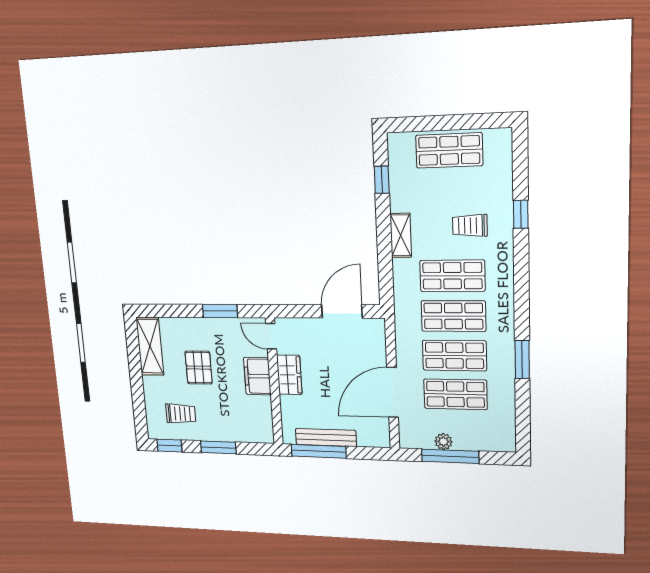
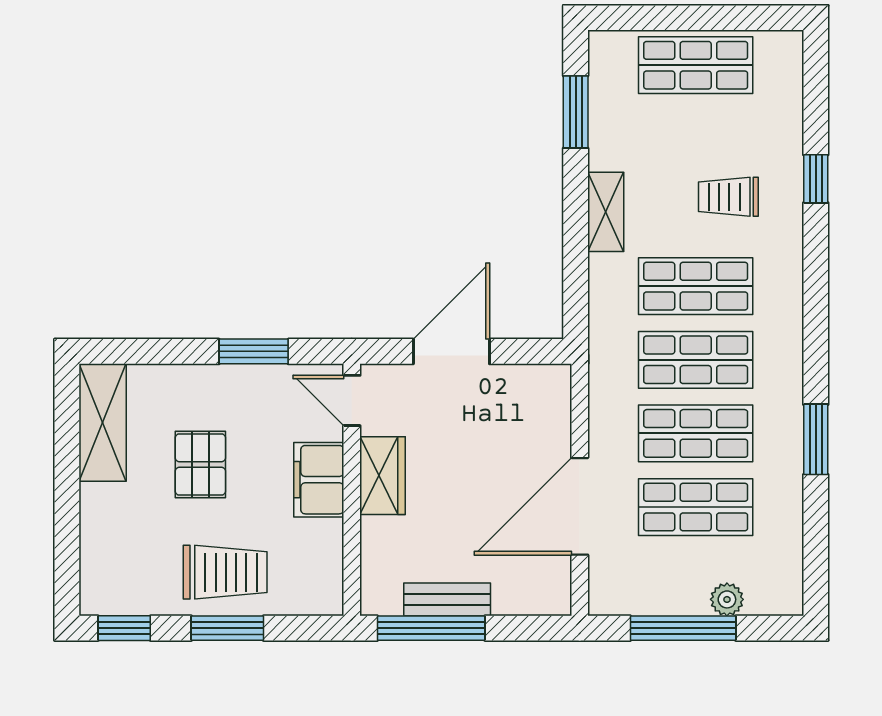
window: (382, 180) -> (576, 112), width x1.50
door: (342, 311) -> (451, 351), moved
trolley: (181, 414) -> (225, 572), moved, width x1.36, depth x1.39
bench: (326, 437) -> (447, 599), width x0.73
plant: (443, 442) -> (727, 599), moved

